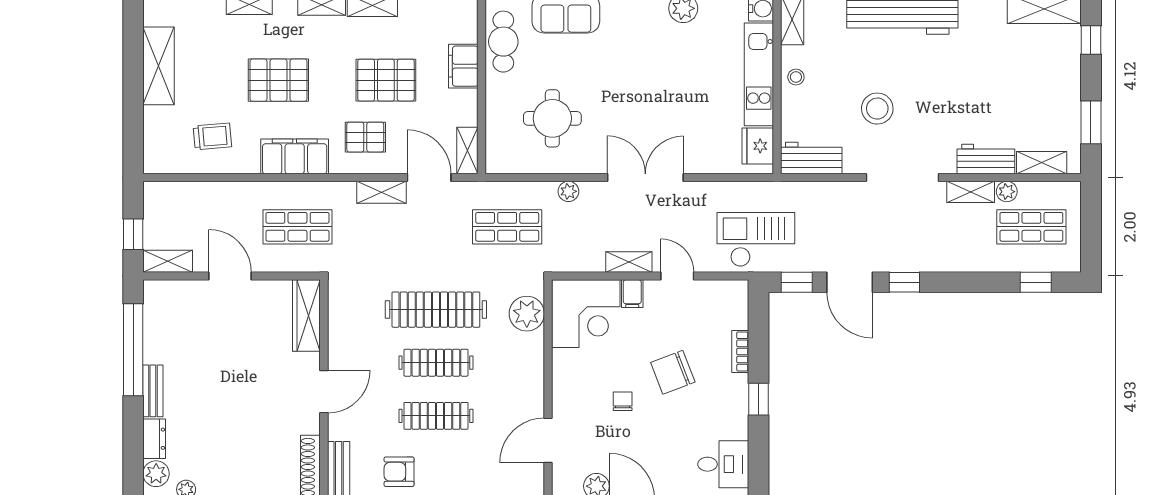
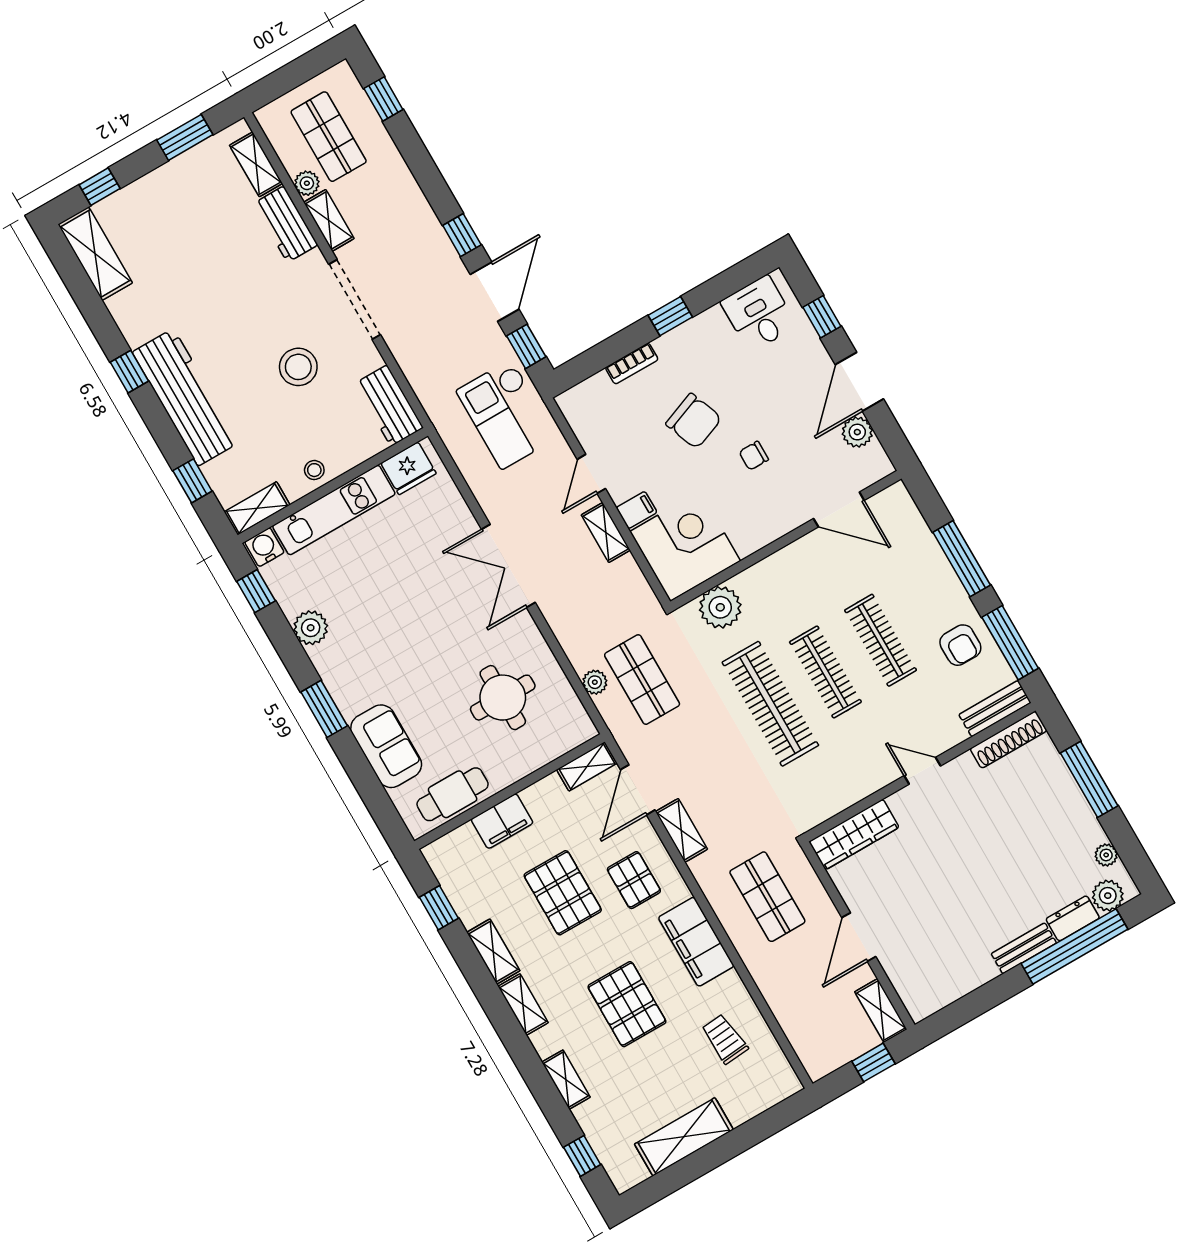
plant: (568, 191) -> (595, 682), moved
window: (133, 350) -> (1074, 946), moved
door: (324, 392) -> (922, 771), width x0.73

